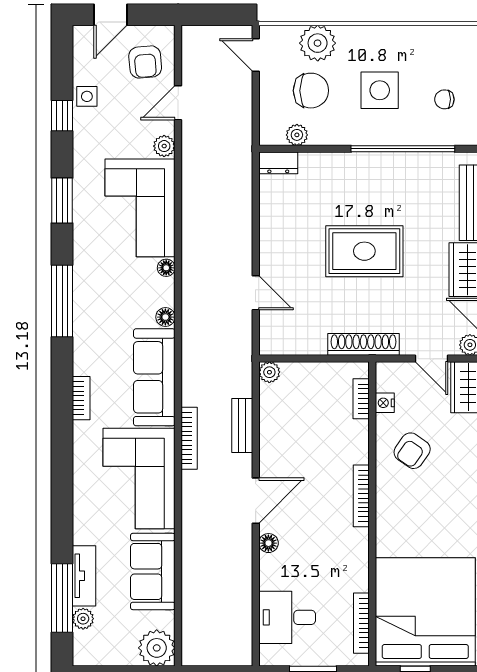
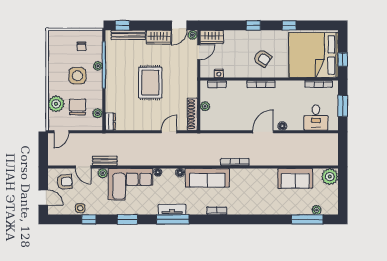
plant: (401, 136) -> (98, 66), added
shoe rack: (364, 344) -> (192, 114), moved
plant: (269, 372) -> (205, 106), moved
bench: (242, 425) -> (105, 161), moved
armchair: (412, 451) -> (262, 58), moved
corner sofa: (139, 478) -> (253, 185), removed
door: (256, 501) -> (263, 132), hinge flipped
tv unit: (84, 576) -> (172, 209), moved

